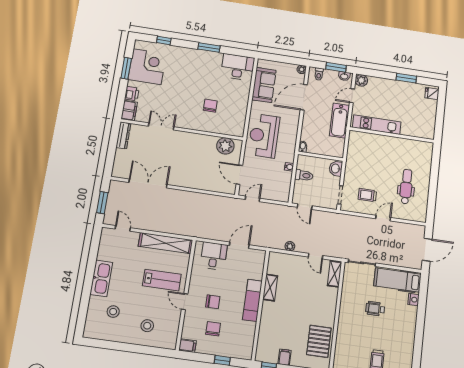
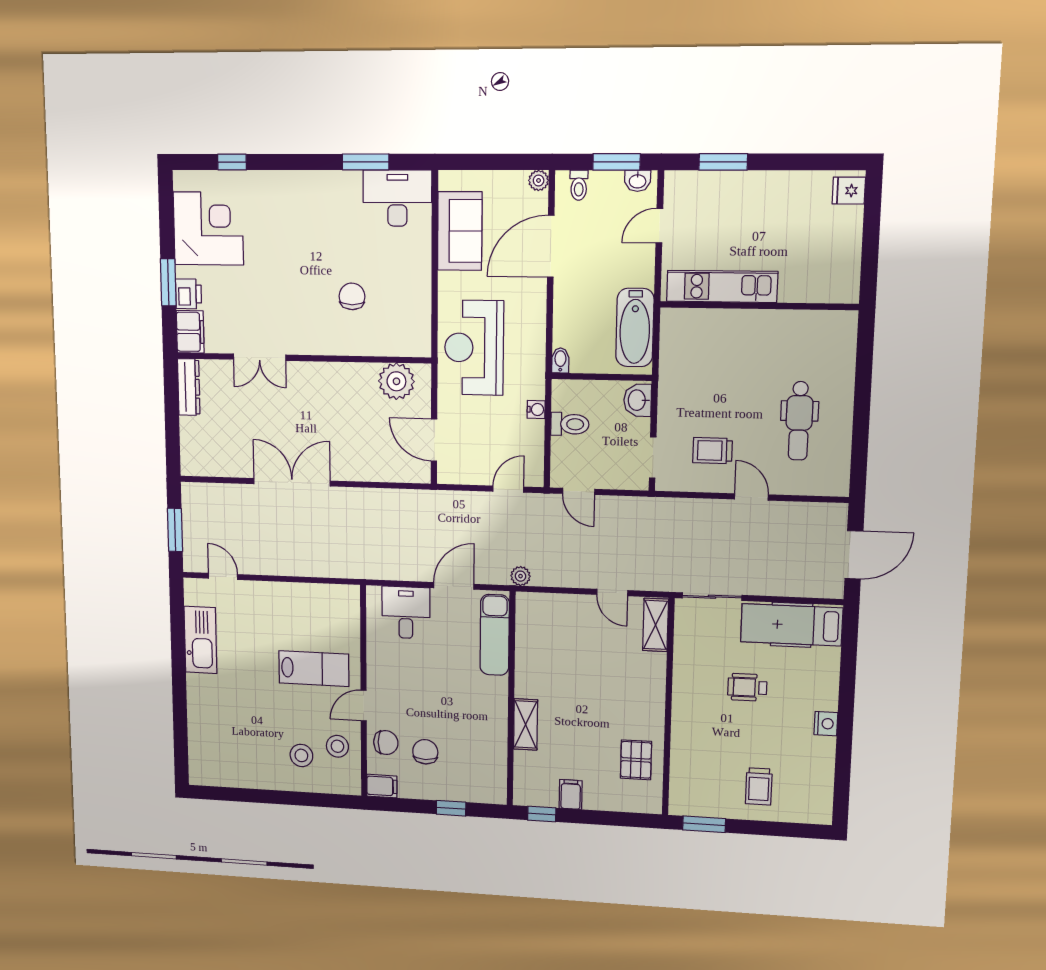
window: (209, 47) -> (366, 162), moved
window: (126, 68) -> (168, 282), moved
window: (406, 78) -> (723, 162), moved
plant: (361, 80) -> (678, 185), removed
bathtub: (339, 121) -> (635, 328), moved
double door: (161, 126) -> (260, 357), swing flipped
double door: (148, 184) -> (292, 482), moved
dental chair: (406, 187) -> (799, 421), turned 180
door: (253, 199) -> (508, 489), moved
door: (383, 218) -> (751, 497), hinge flipped
shelving: (166, 243) -> (309, 597), removed
plant: (290, 246) -> (521, 576), moved
kitchen sink: (101, 278) -> (201, 640), moved
shelving: (270, 288) -> (526, 724), moved
exam couch: (252, 300) -> (495, 635), moved
nightstand: (413, 300) -> (826, 724), moved
door: (185, 302) -> (364, 706), hinge flipped
chair: (213, 302) -> (386, 743), moved
stool: (113, 312) -> (337, 746), moved
pallet: (319, 341) -> (636, 760), width x0.67, depth x0.71

